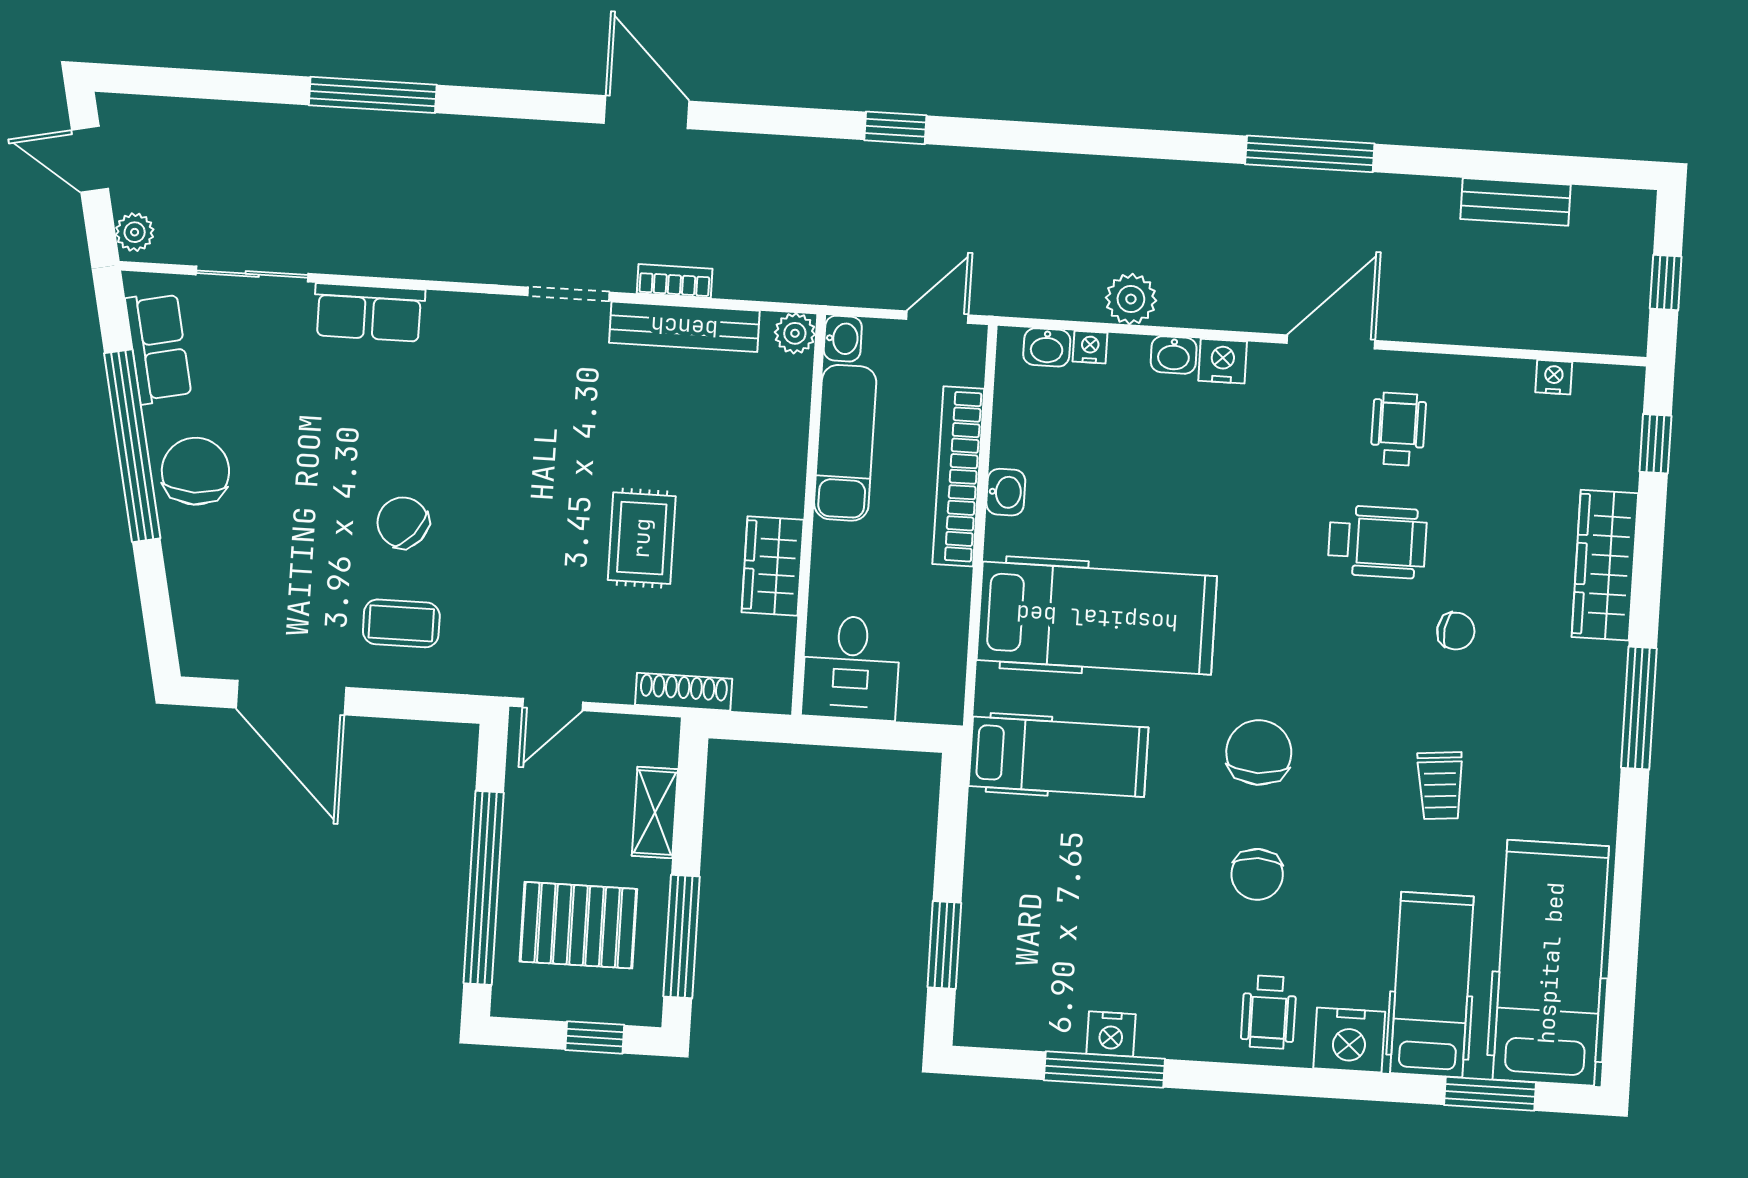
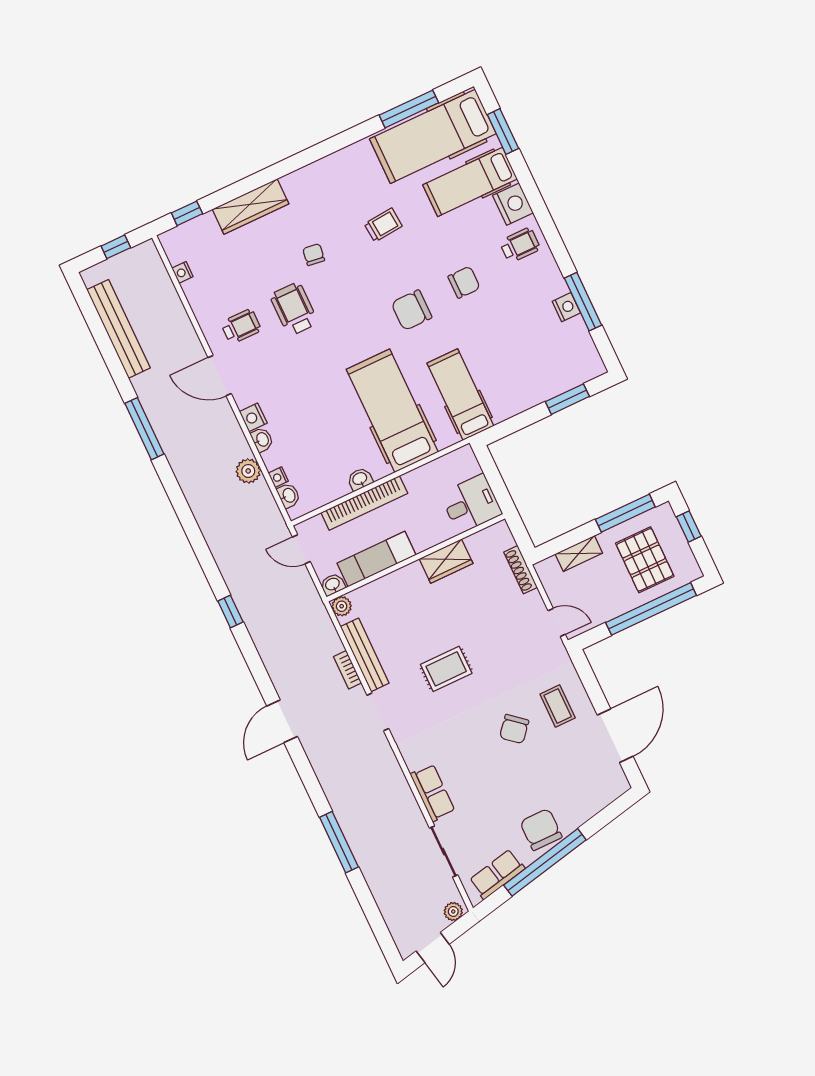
bench: (1516, 202) -> (119, 329), width x1.86, depth x1.21
wheelchair: (1398, 429) -> (241, 326), turned 180
chair: (195, 471) -> (541, 830), turned 90
rug: (642, 538) -> (446, 669), moved
window: (1639, 708) -> (409, 109), moved

